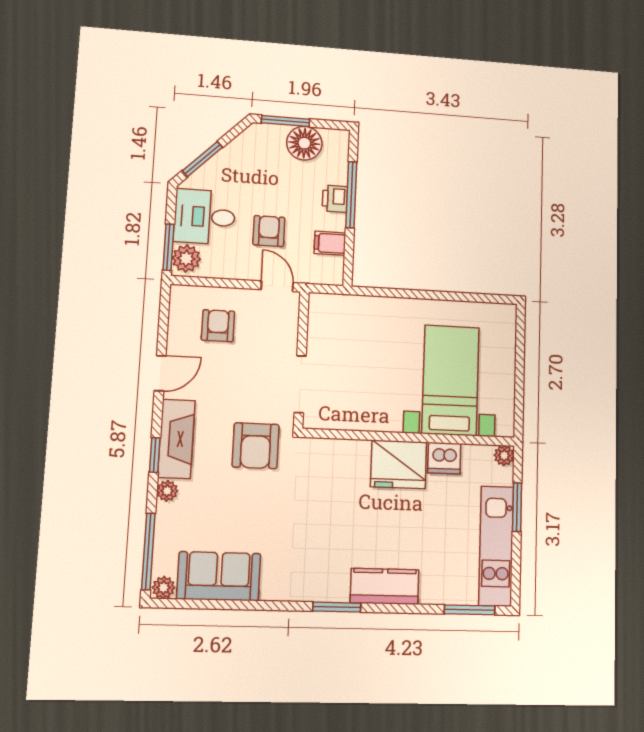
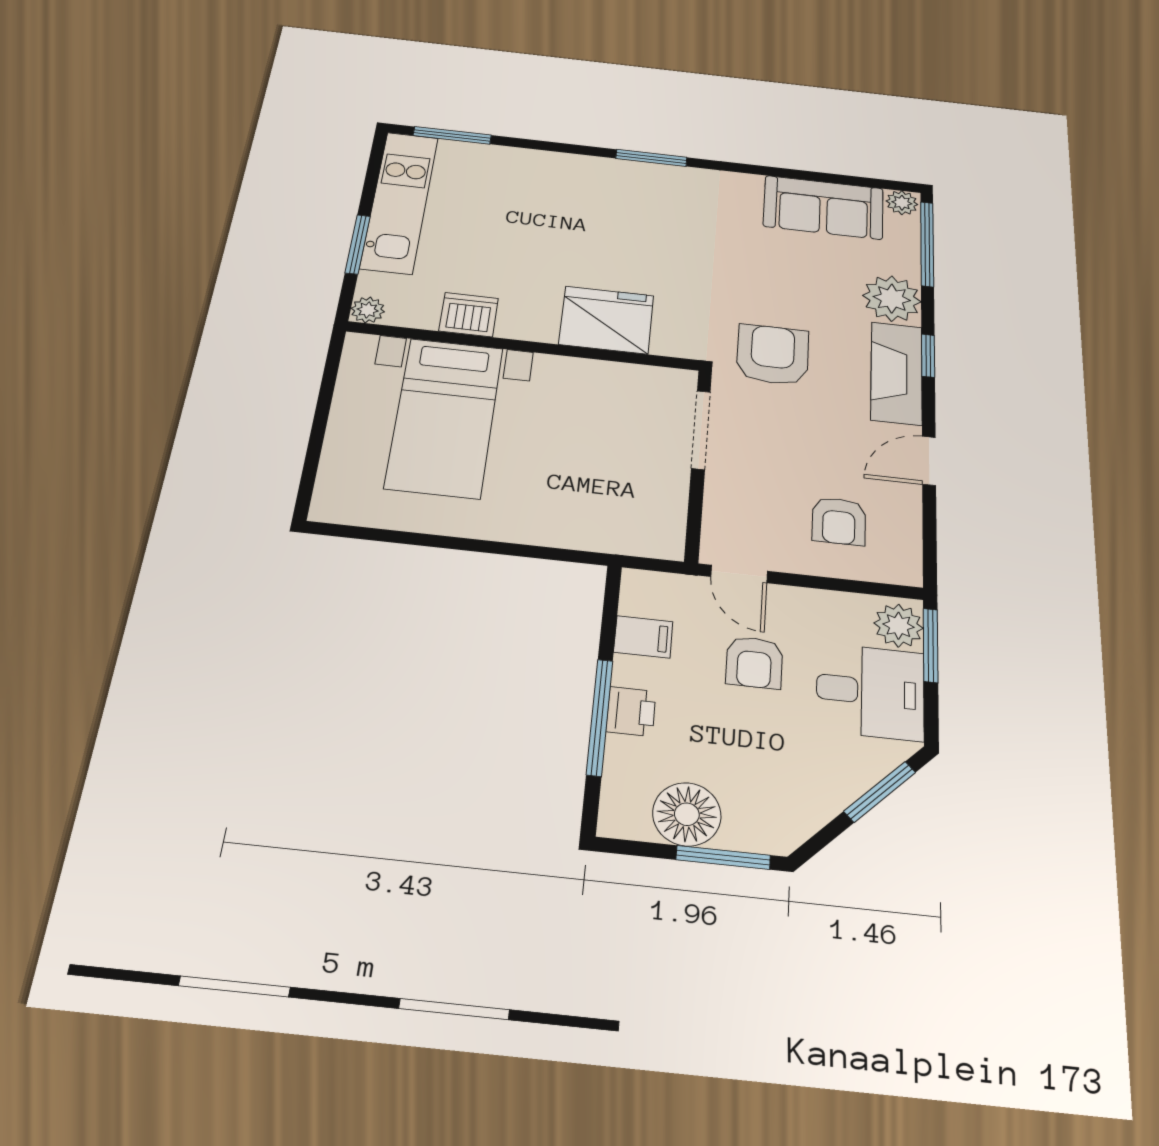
fridge: (399, 464) -> (606, 320), moved
plant: (167, 491) -> (892, 299), width x1.87, depth x1.87
kitchen counter: (385, 586) -> (579, 173), removed

